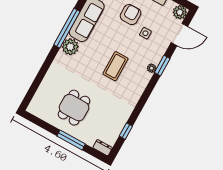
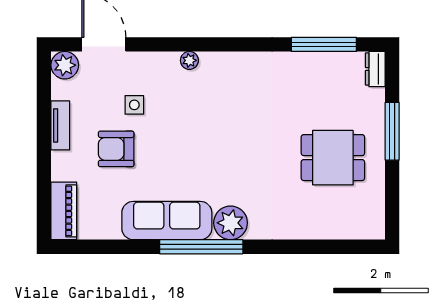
coffee table: (115, 66) -> (221, 125), removed
window: (162, 66) -> (175, 44), removed
window: (126, 131) -> (324, 44), width x2.17

